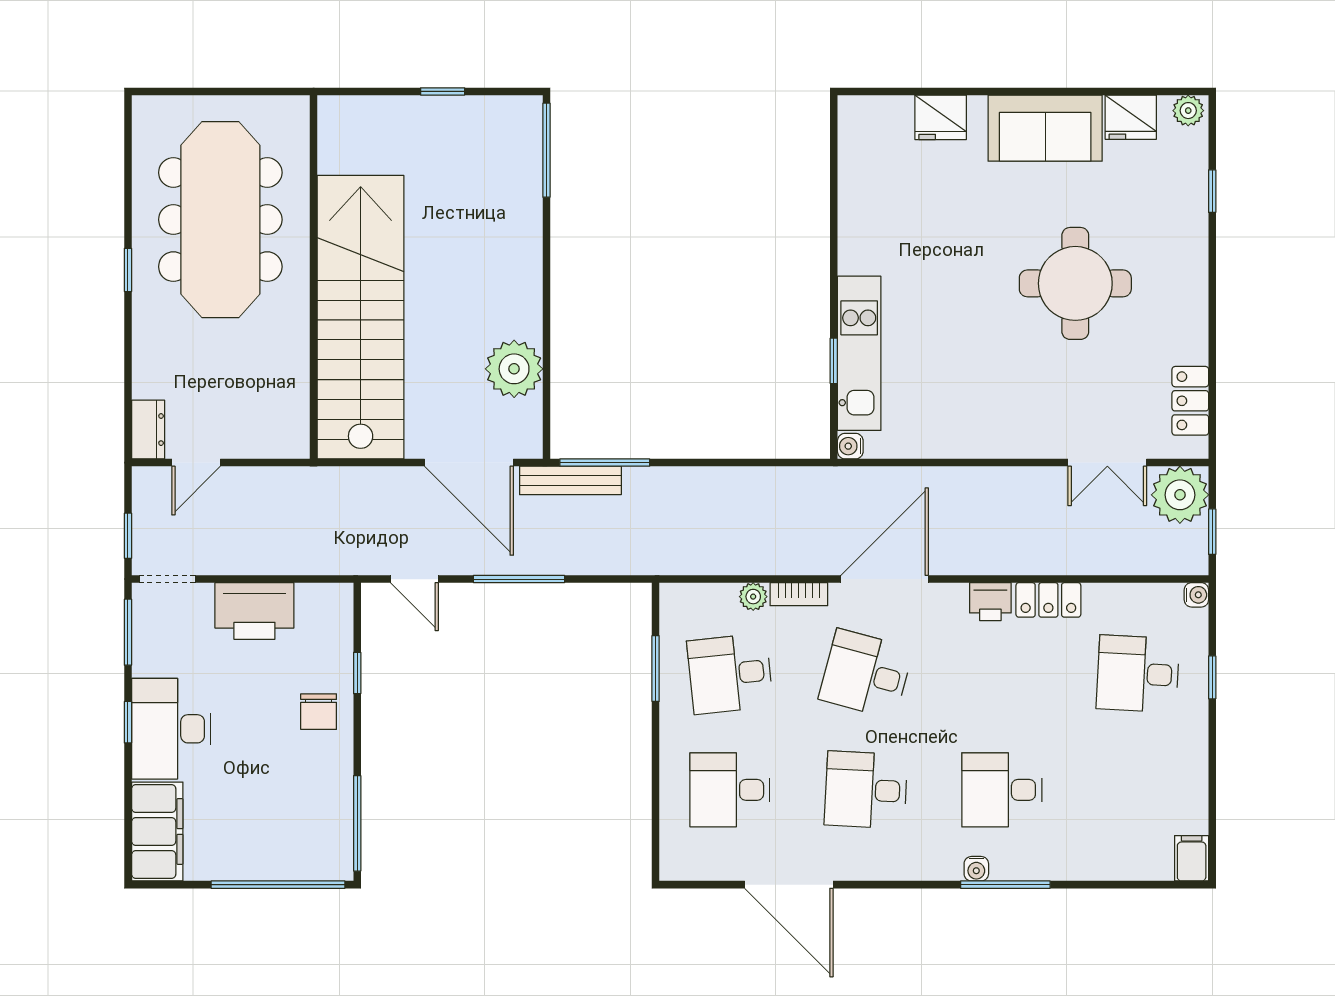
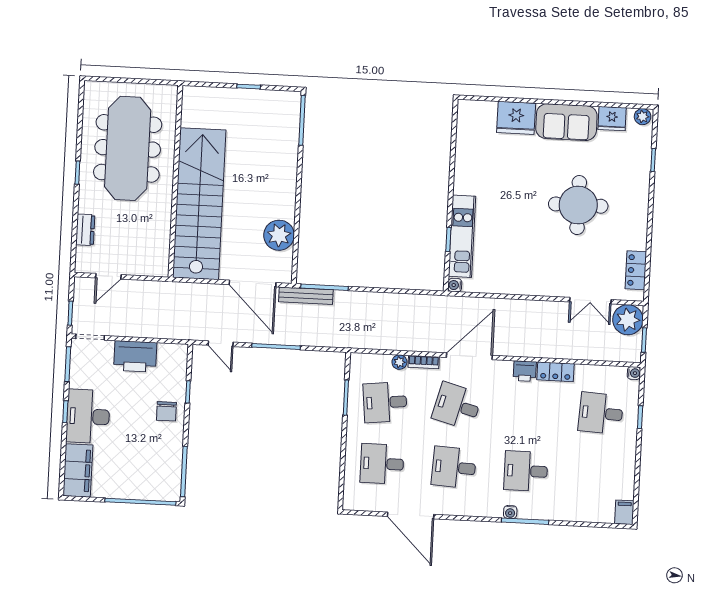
fridge: (941, 117) -> (516, 118), width x1.36, depth x1.34
dresser: (148, 430) -> (85, 230), moved

